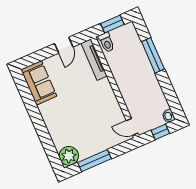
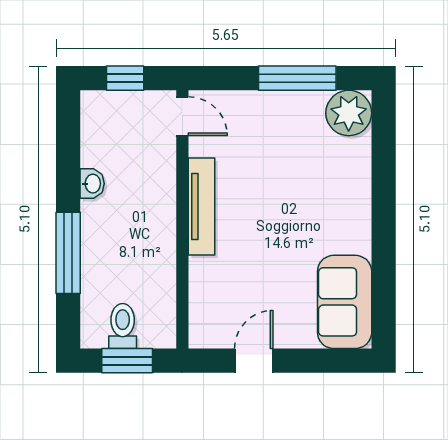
toilet: (106, 42) -> (123, 326), moved
tv unit: (94, 60) -> (201, 207), moved
washbasin: (168, 116) -> (92, 184), moved

